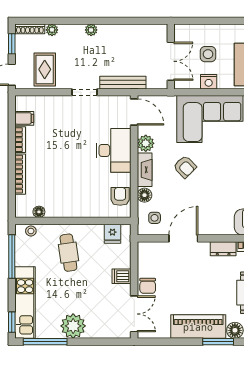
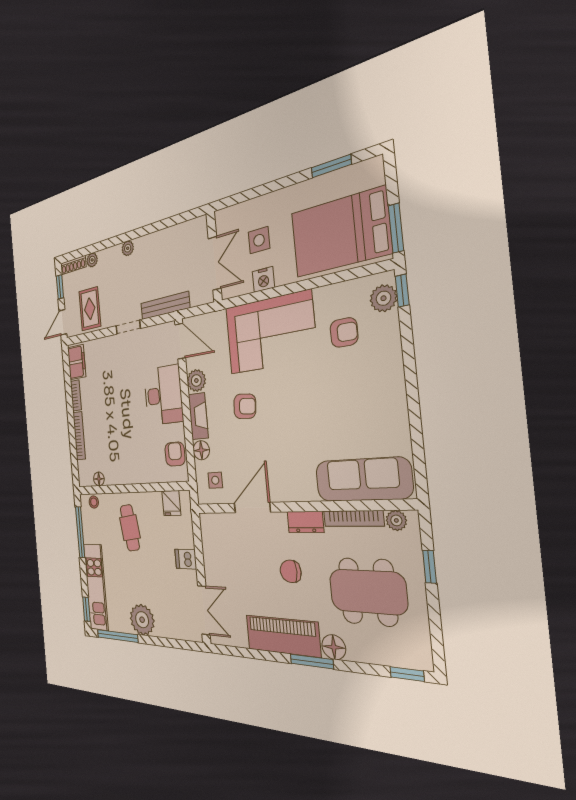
filing cabinet: (24, 118) -> (77, 362), width x2.00
armchair: (185, 167) -> (245, 406), turned -40
chair: (148, 286) -> (291, 571), moved, turned 90

